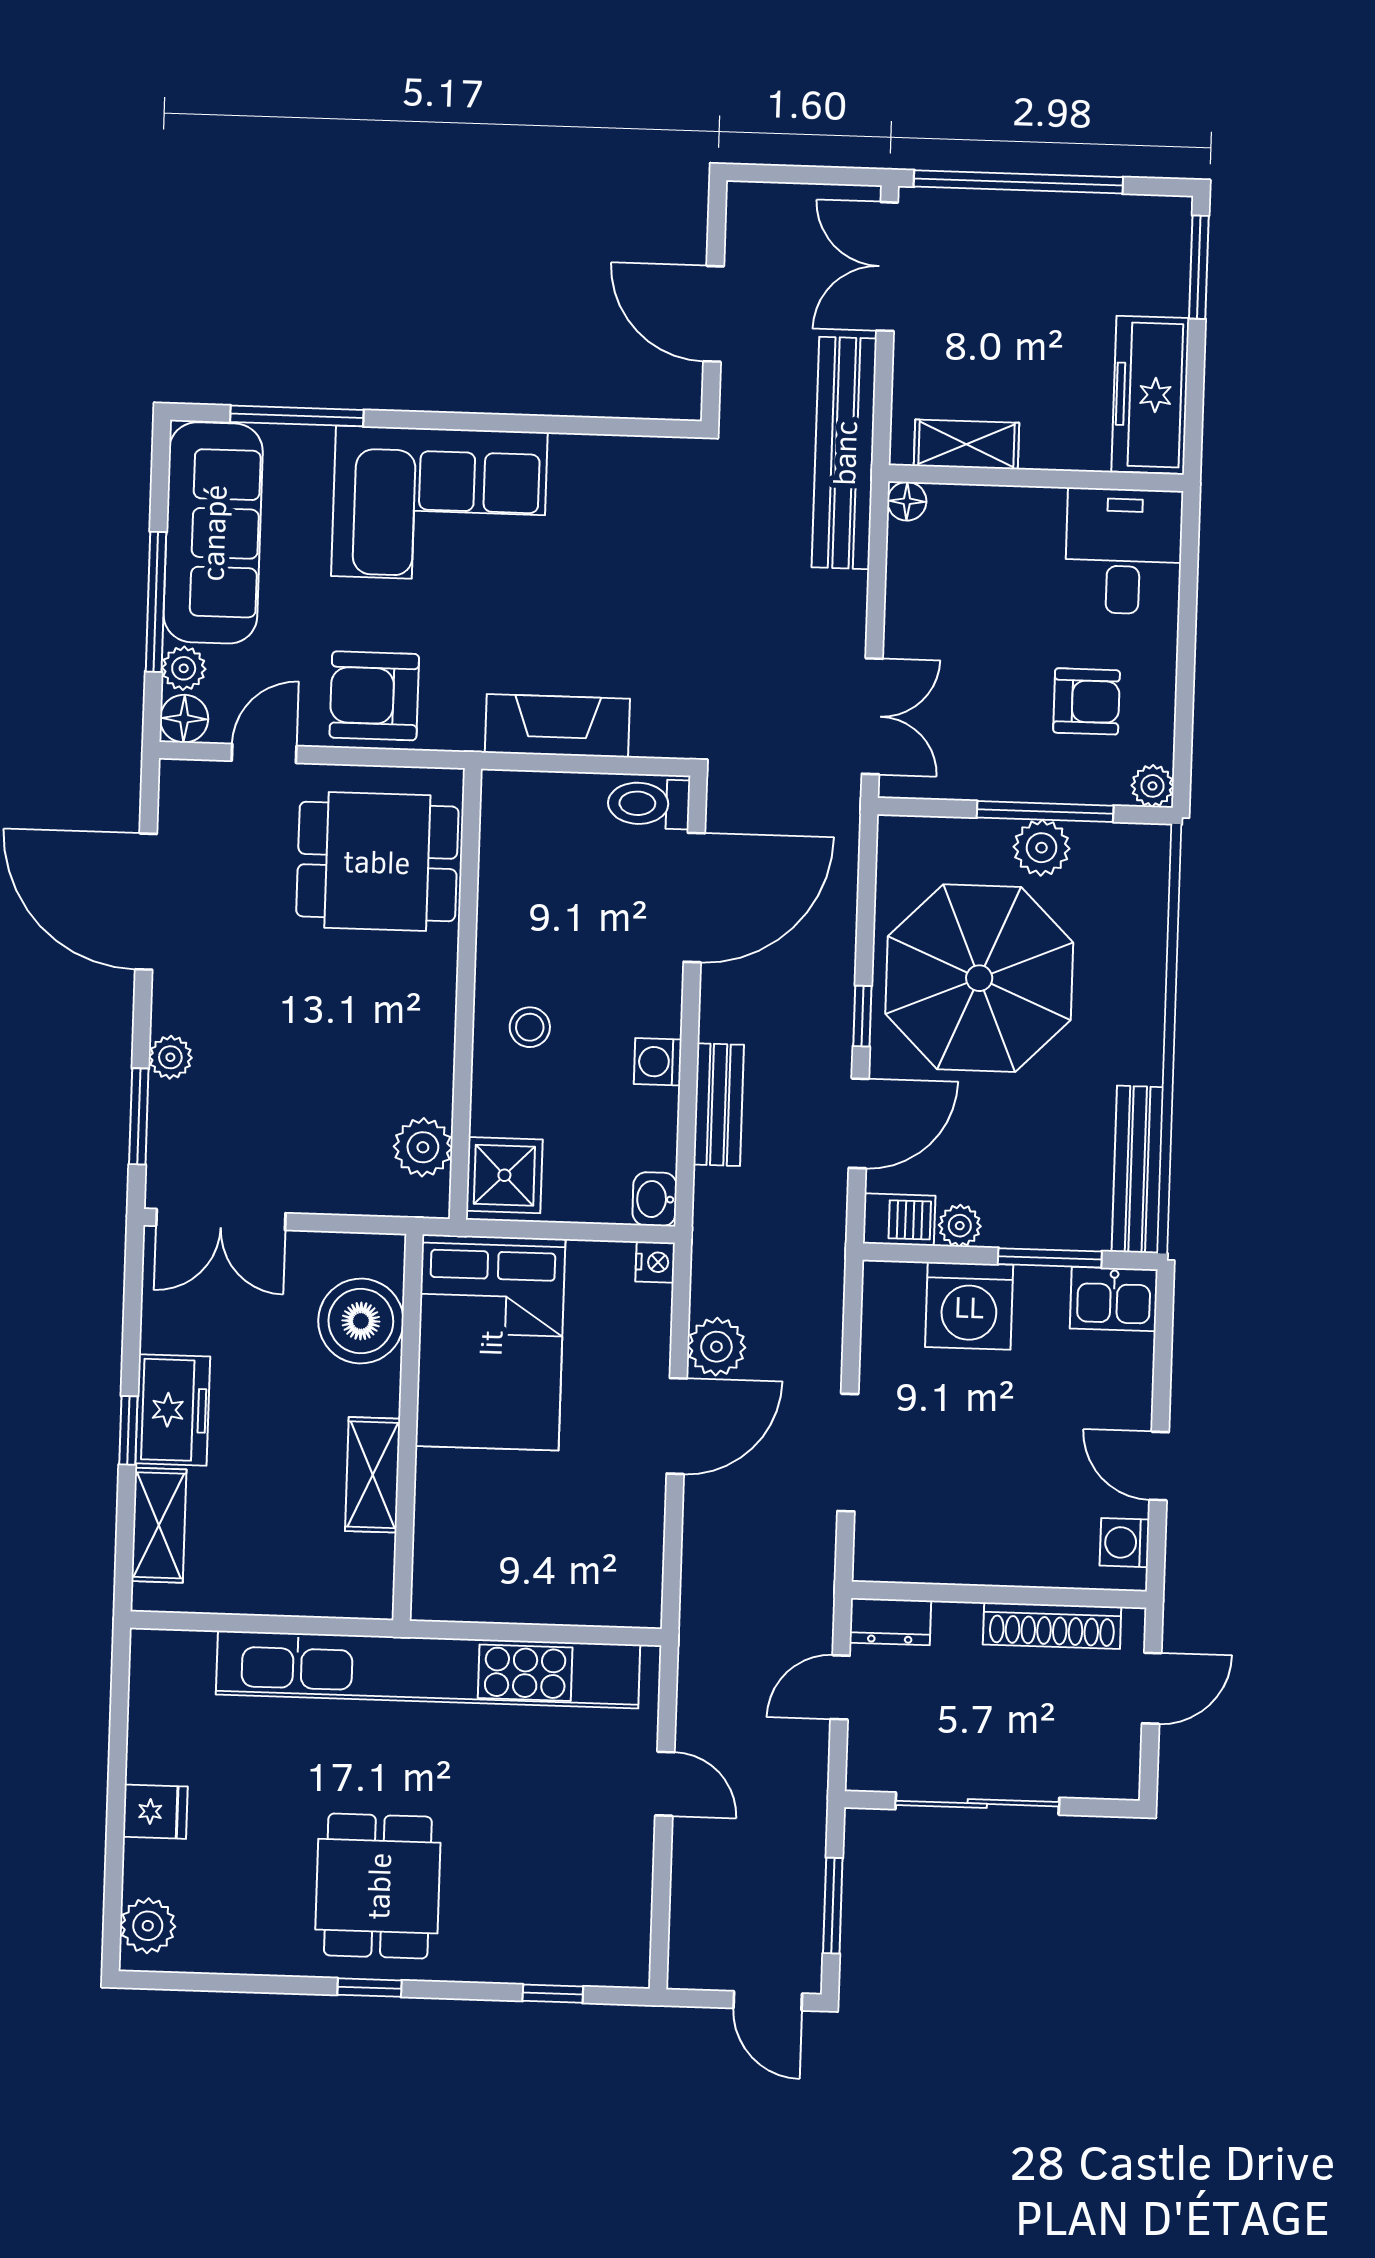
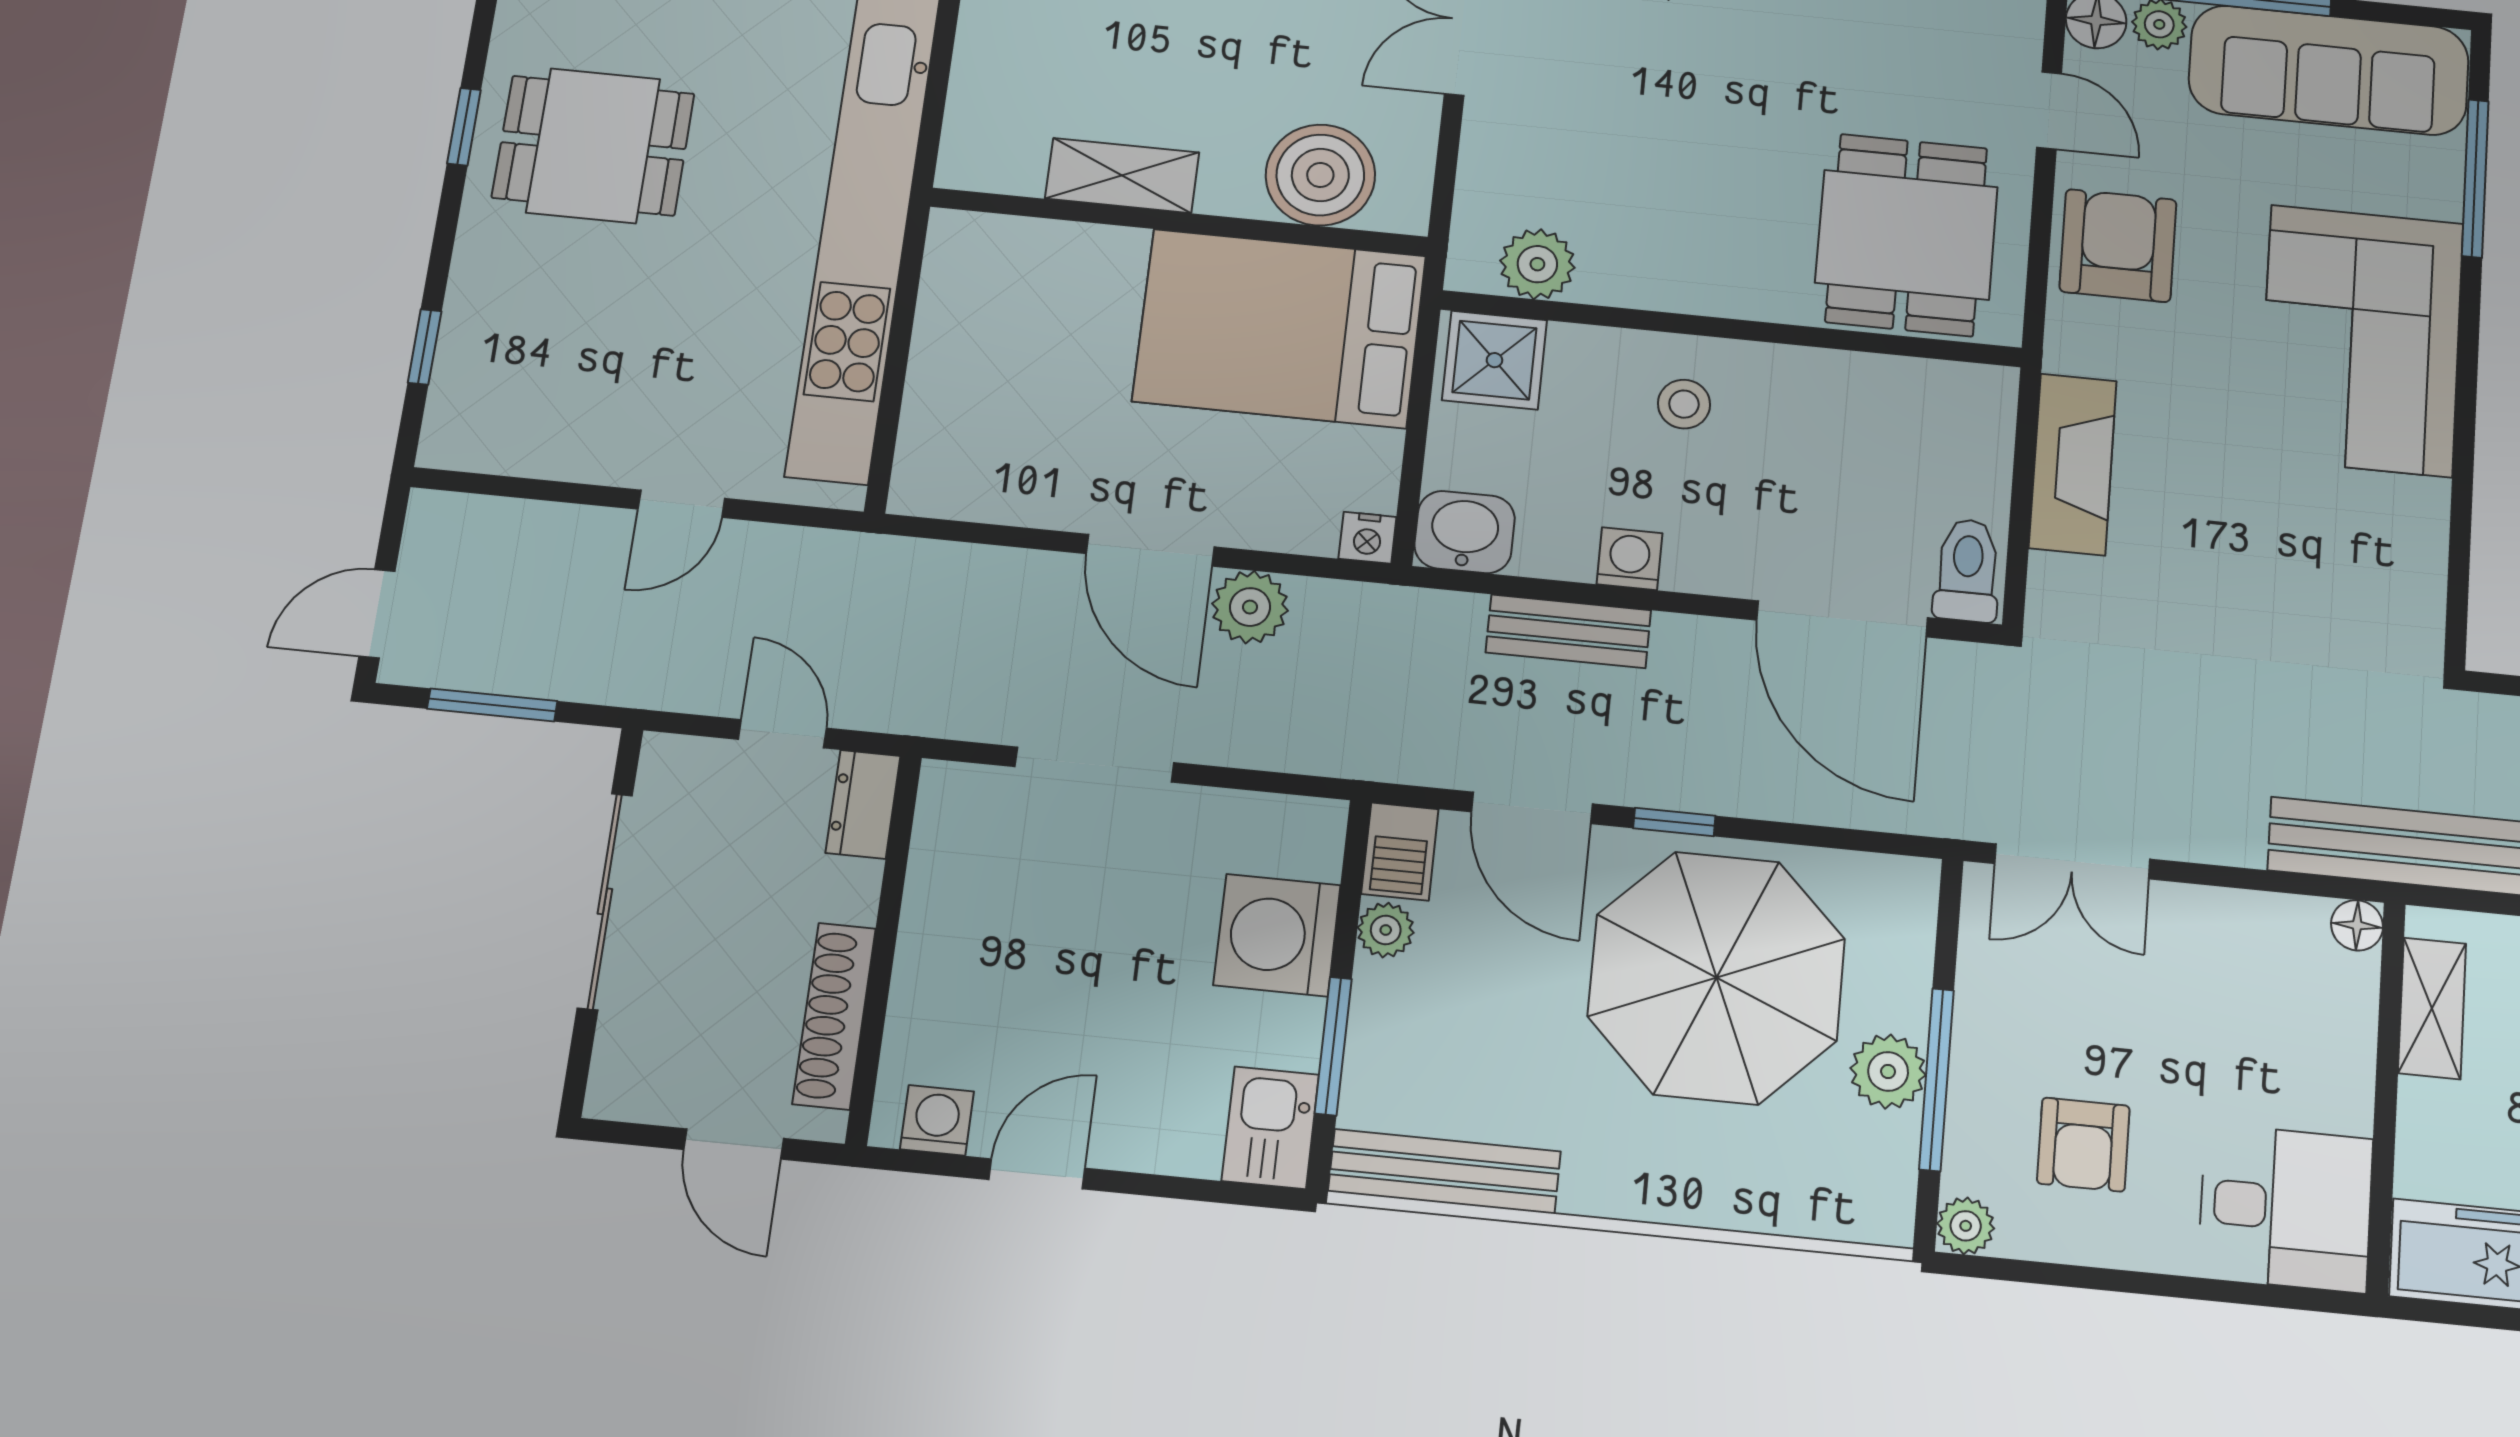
washbasin: (655, 1199) -> (1465, 532), width x1.38, depth x1.45

